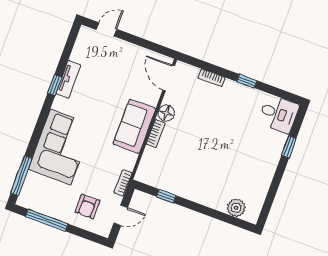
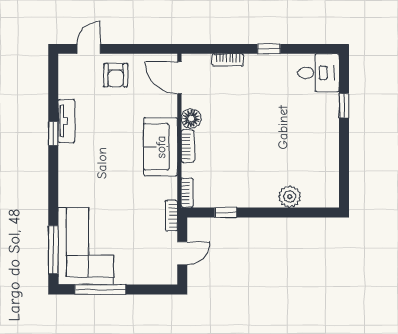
corner sofa: (61, 147) -> (86, 246), moved
bookcase: (142, 170) -> (187, 193), added
armchair: (87, 206) -> (116, 75), moved
plant: (236, 208) -> (290, 197), moved

